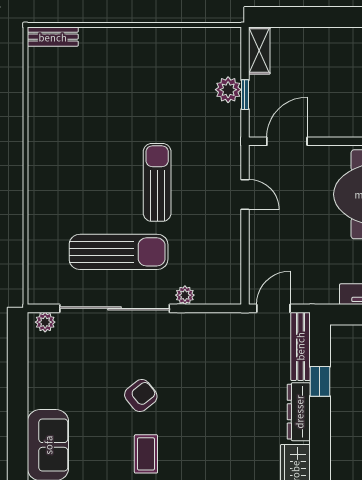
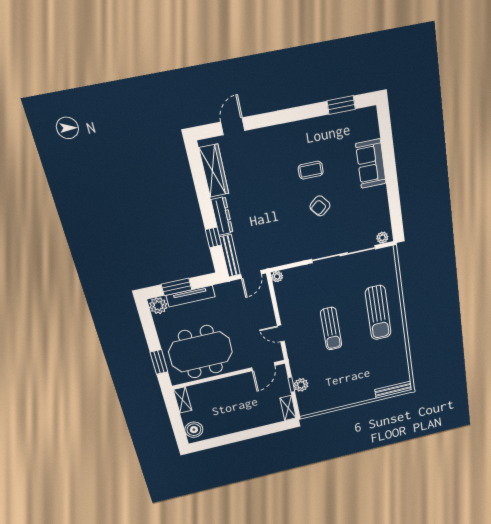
bench: (53, 37) -> (394, 390), width x1.36
sun lounger: (119, 252) -> (378, 313), moved, turned -90
plant: (185, 295) -> (277, 277), moved
coffee table: (146, 454) -> (311, 170), turned 90

